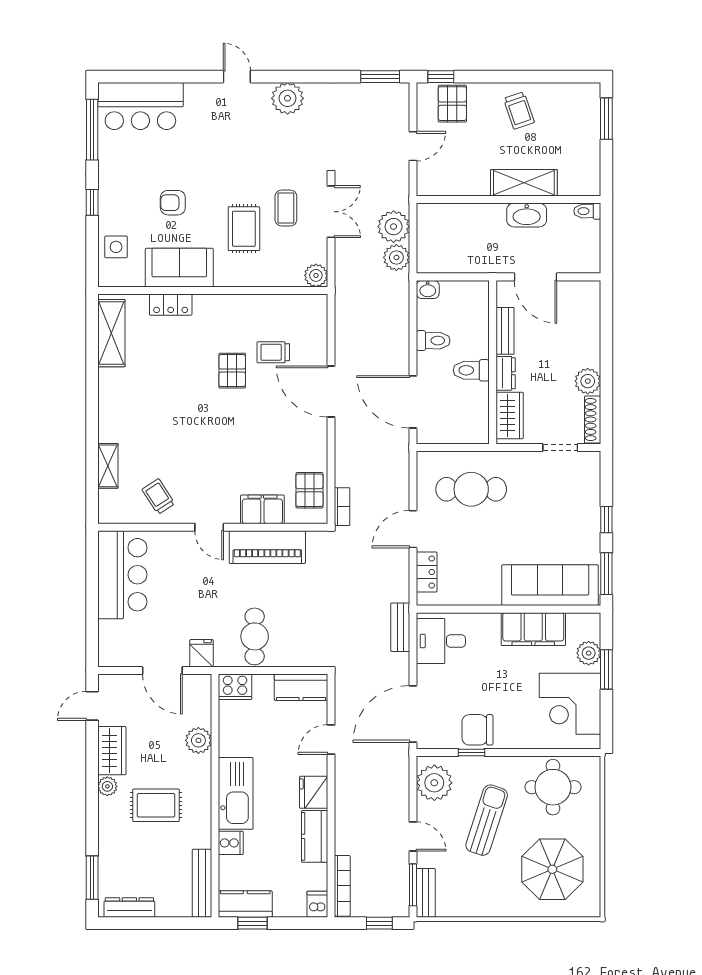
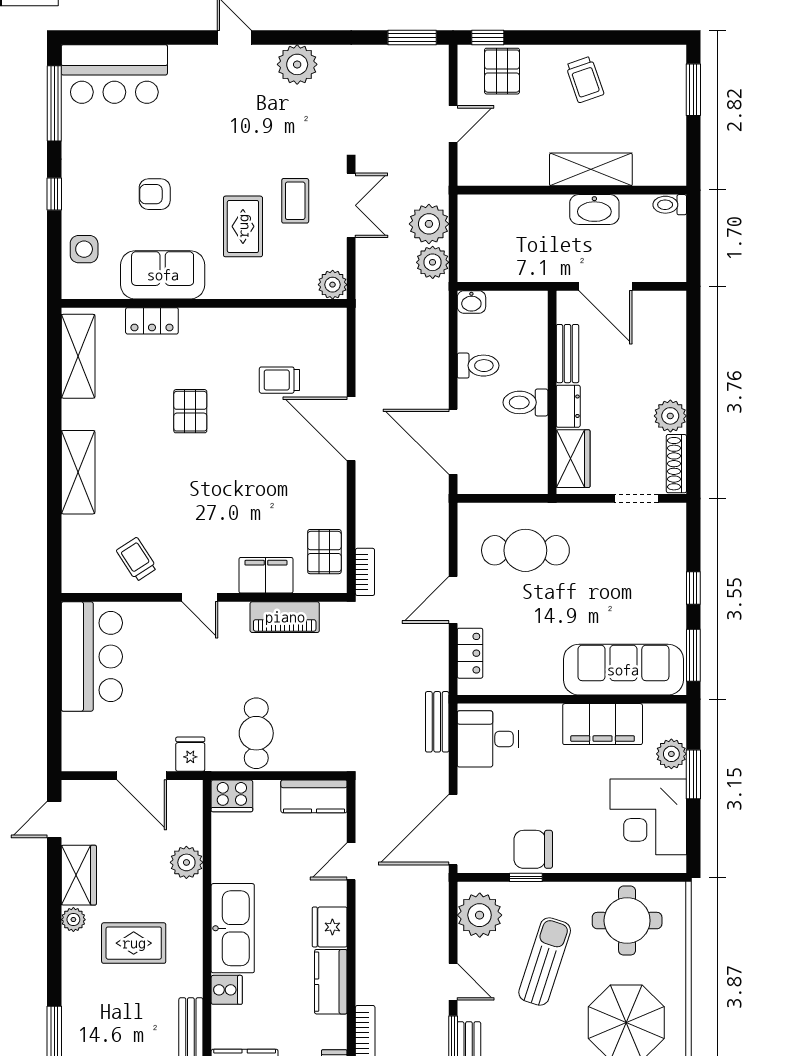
pallet: (232, 371) -> (190, 411), moved
shelving: (108, 466) -> (78, 472), moved, width x1.50, depth x1.33
piano: (267, 547) -> (285, 617), width x0.73, depth x0.75

